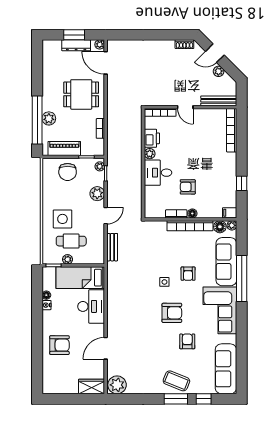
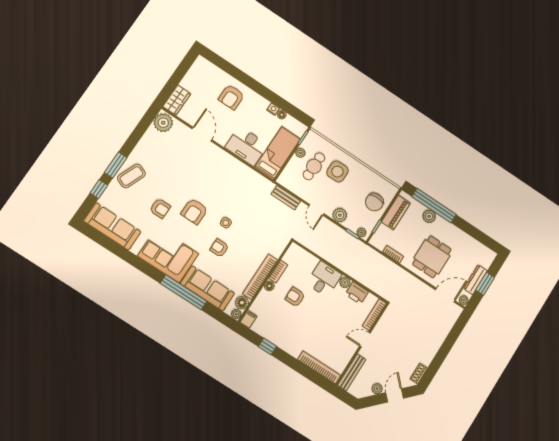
chair: (68, 172) -> (374, 202), turned -90
armchair: (188, 187) -> (295, 297), turned -90

